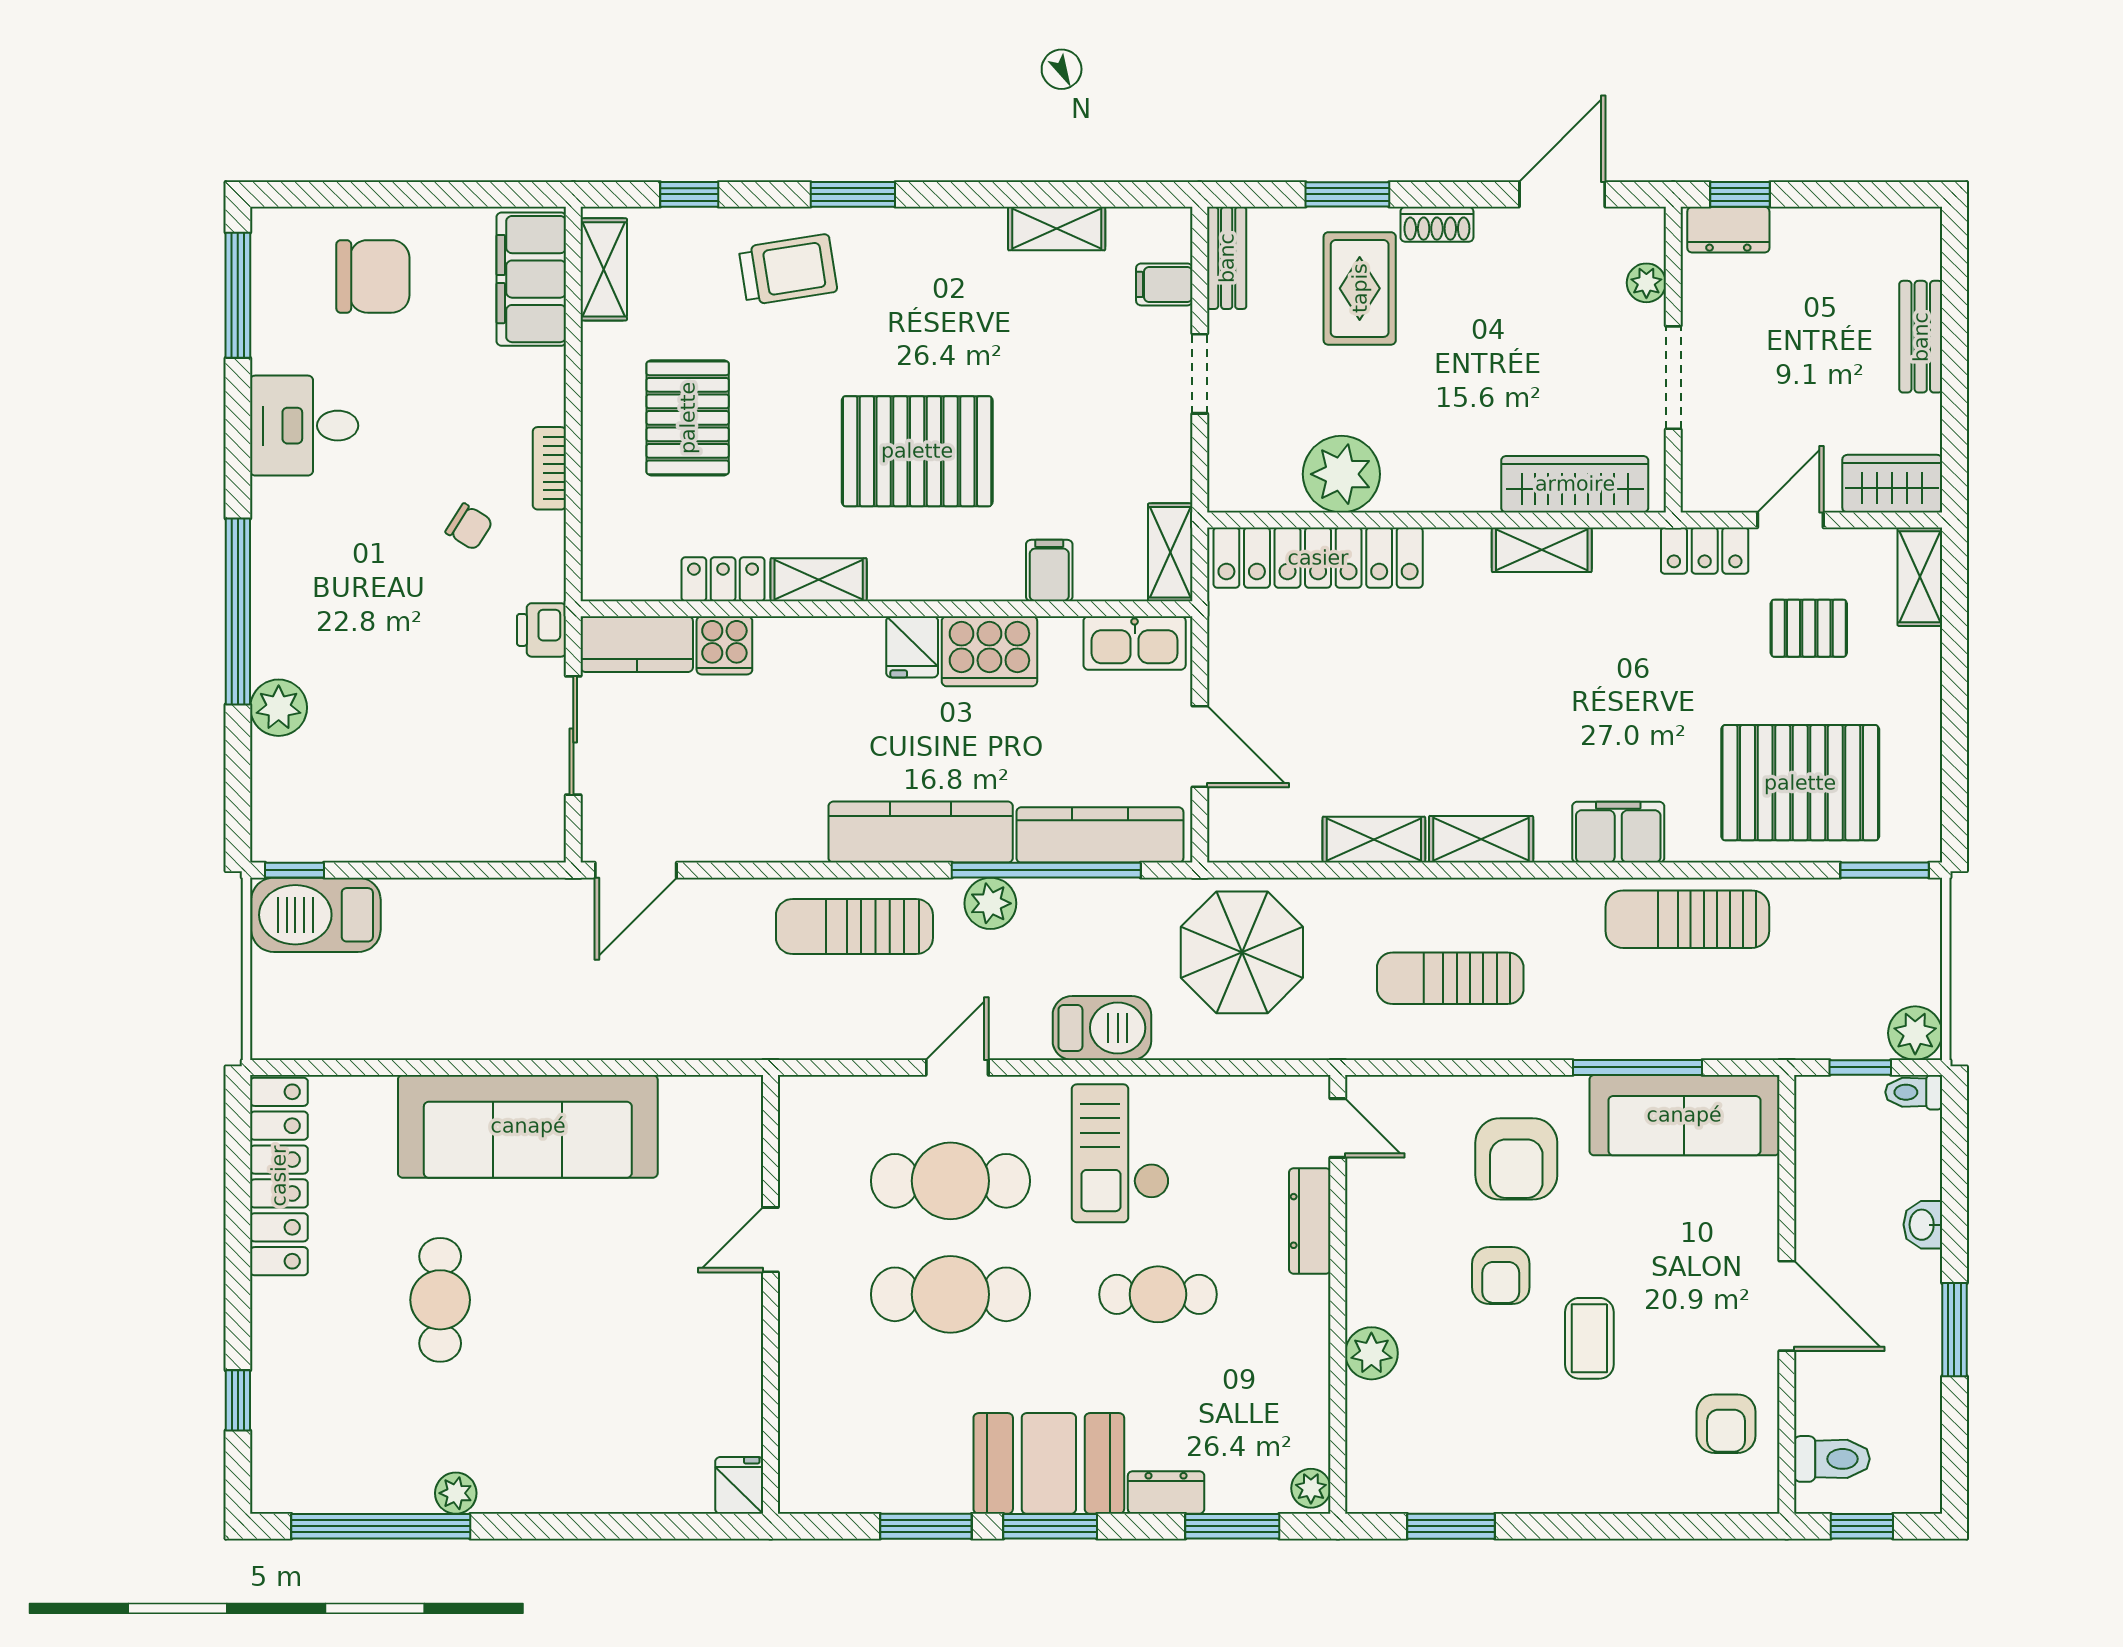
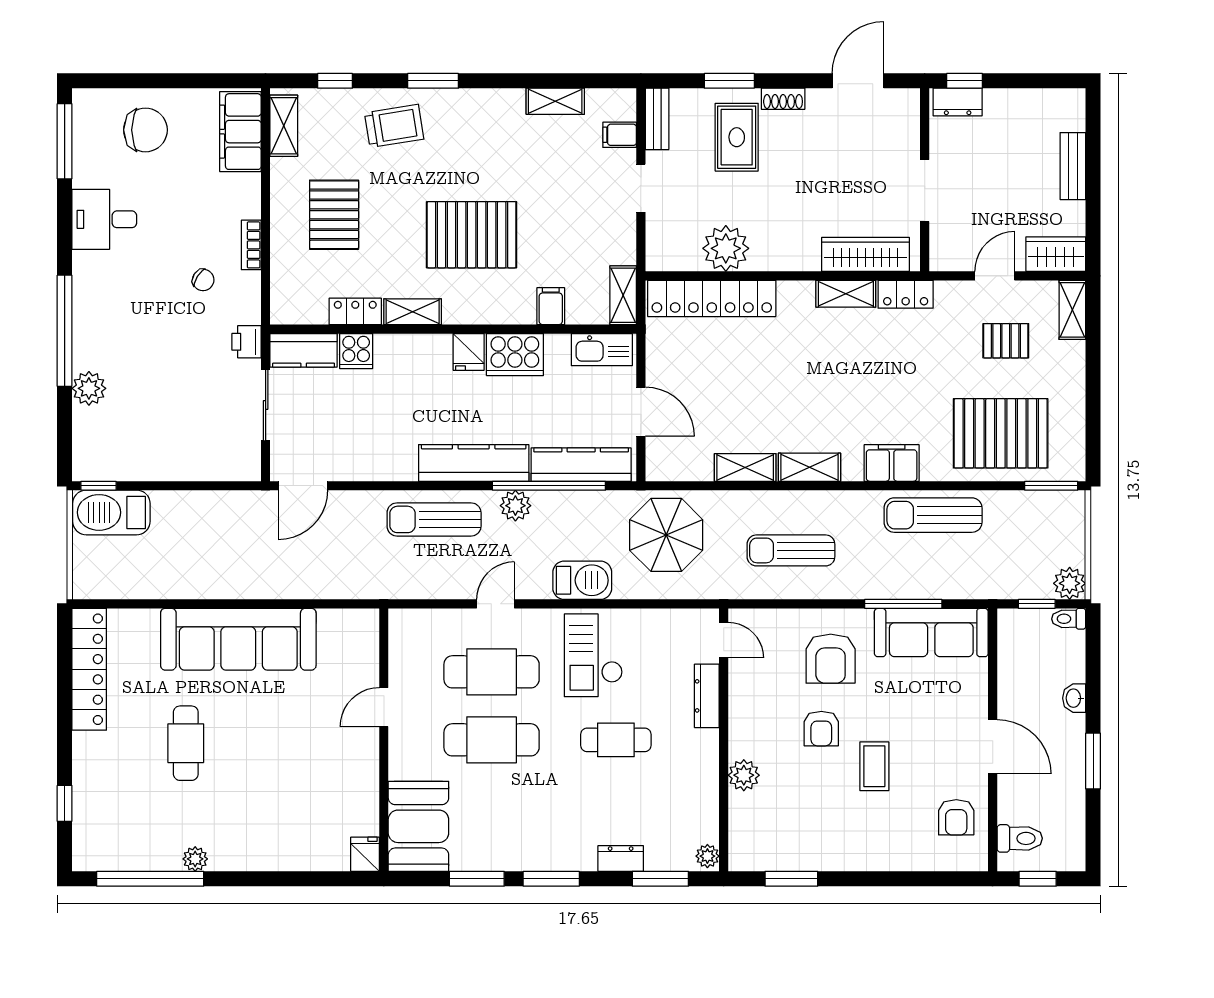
plant: (1646, 283) -> (908, 134), removed
locker: (1705, 551) -> (906, 294), moved
booth: (1049, 1463) -> (418, 826), moved, turned 90

